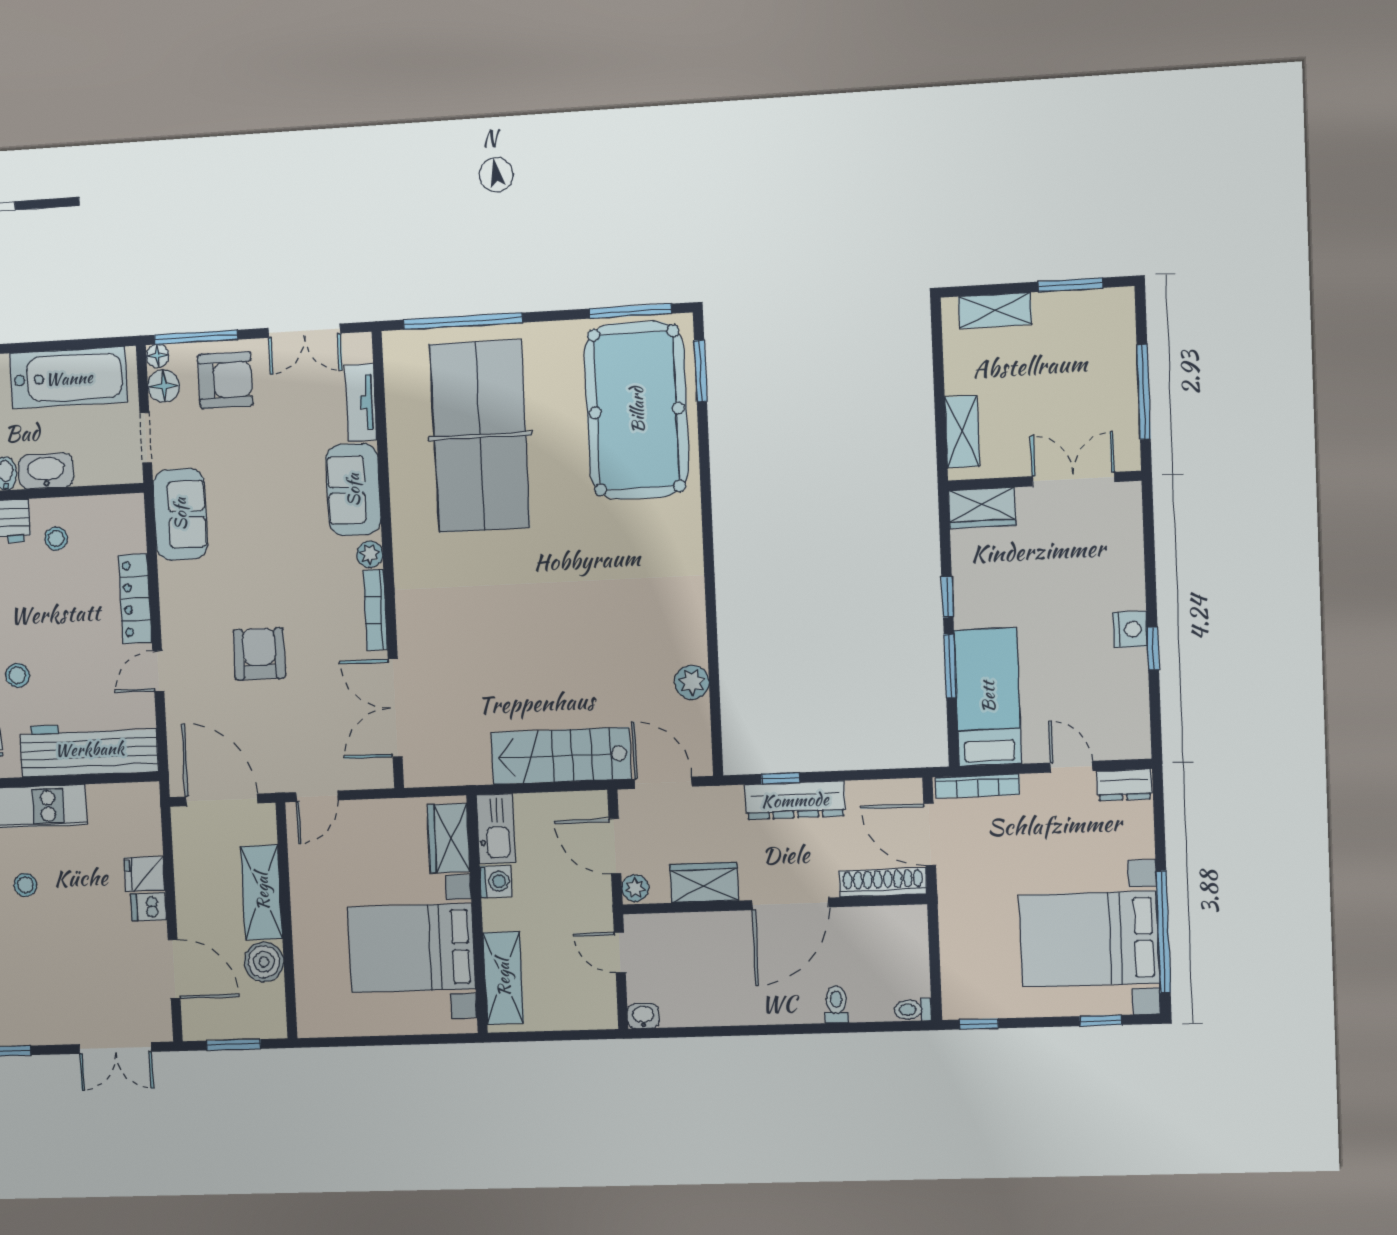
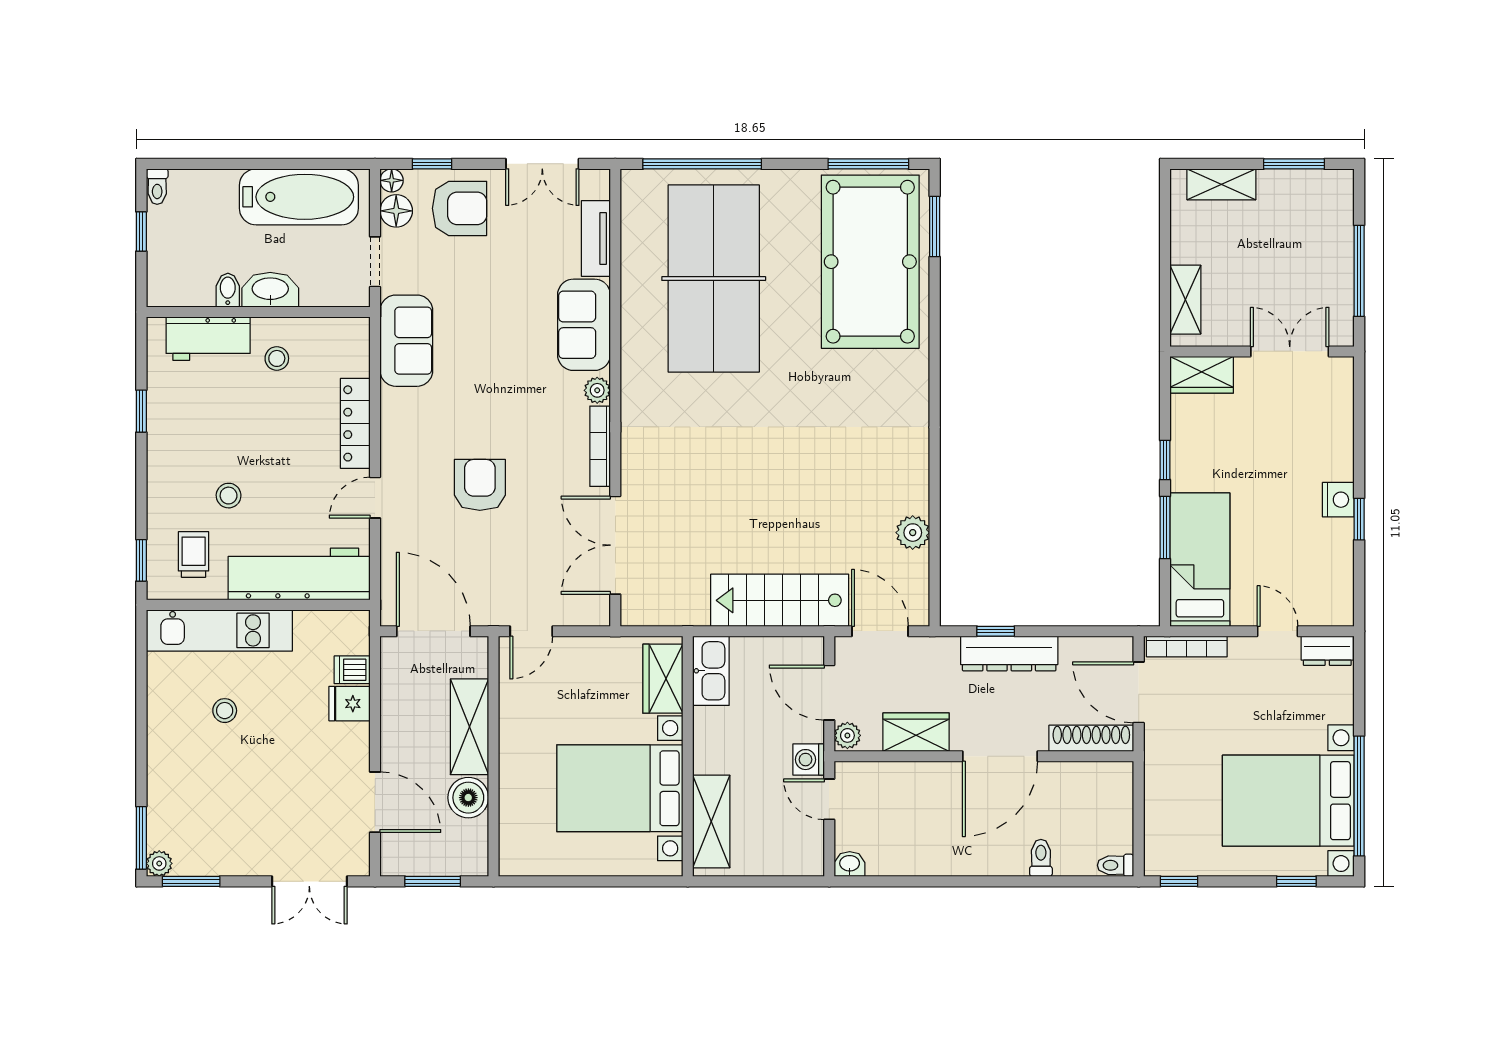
window: (196, 337) -> (432, 164), width x0.46
washing machine: (496, 881) -> (809, 760), moved, turned 180
dishwasher: (149, 907) -> (352, 670), moved

